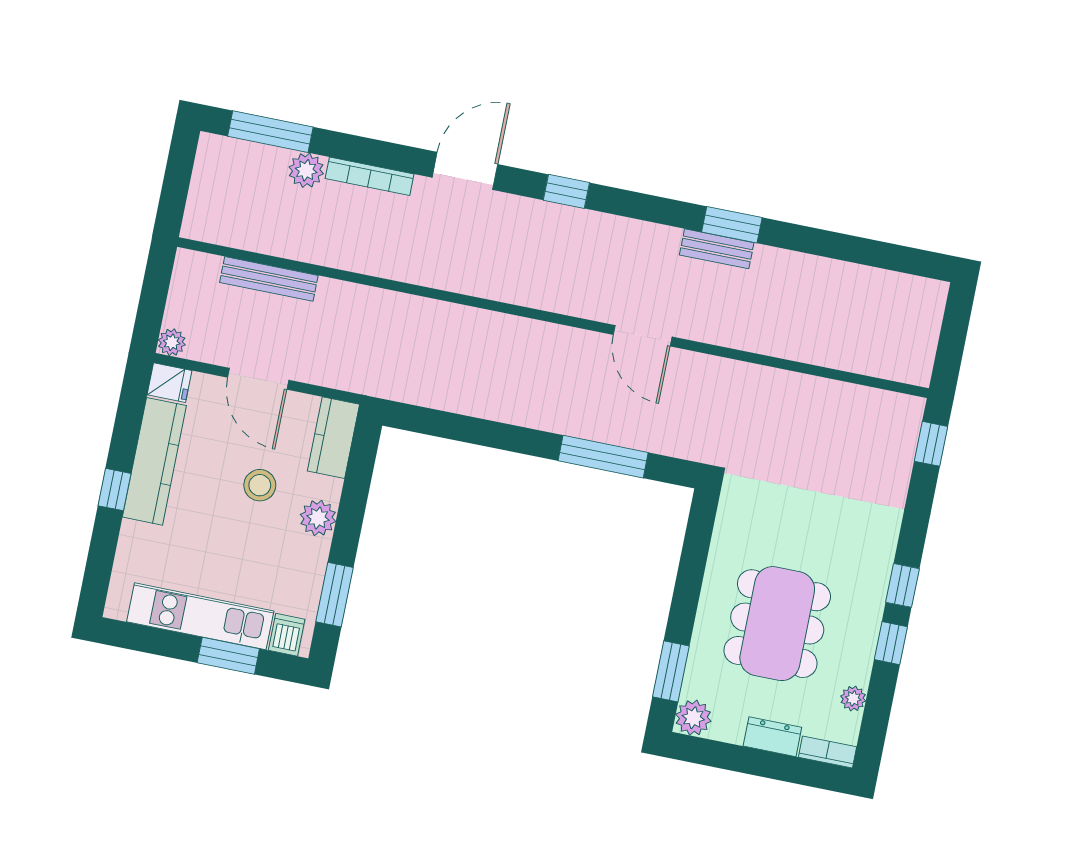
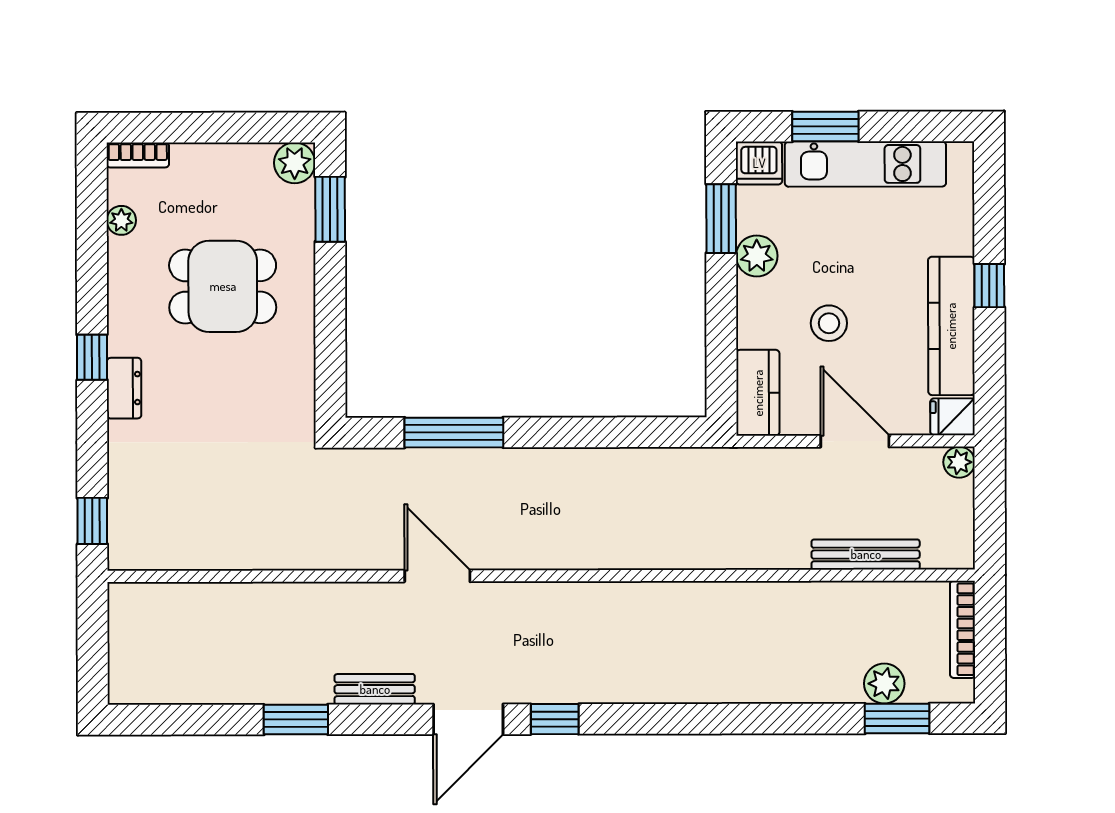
window: (270, 132) -> (897, 718), width x0.69
plant: (306, 170) -> (884, 684), moved
door: (465, 171) -> (468, 719), moved
bookcase: (370, 176) -> (963, 629), moved, turned -90
window: (732, 225) -> (296, 720), moved
plant: (318, 518) -> (757, 256), moved
dining table: (777, 624) -> (223, 286), width x0.73
dishwasher: (287, 635) -> (759, 163), width x1.38
window: (891, 643) -> (92, 290), removed
dresser: (772, 737) -> (124, 388), moved, turned -90

